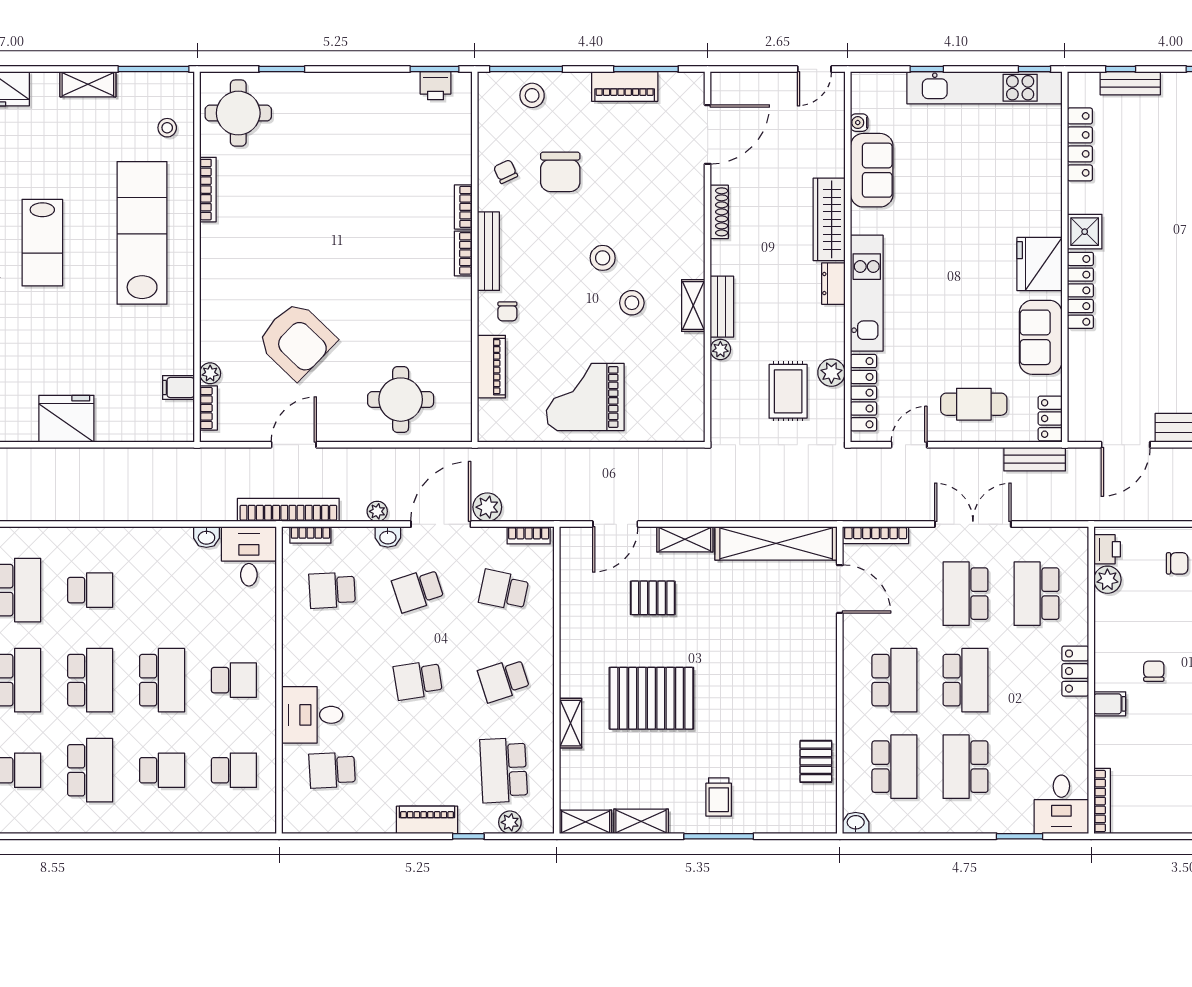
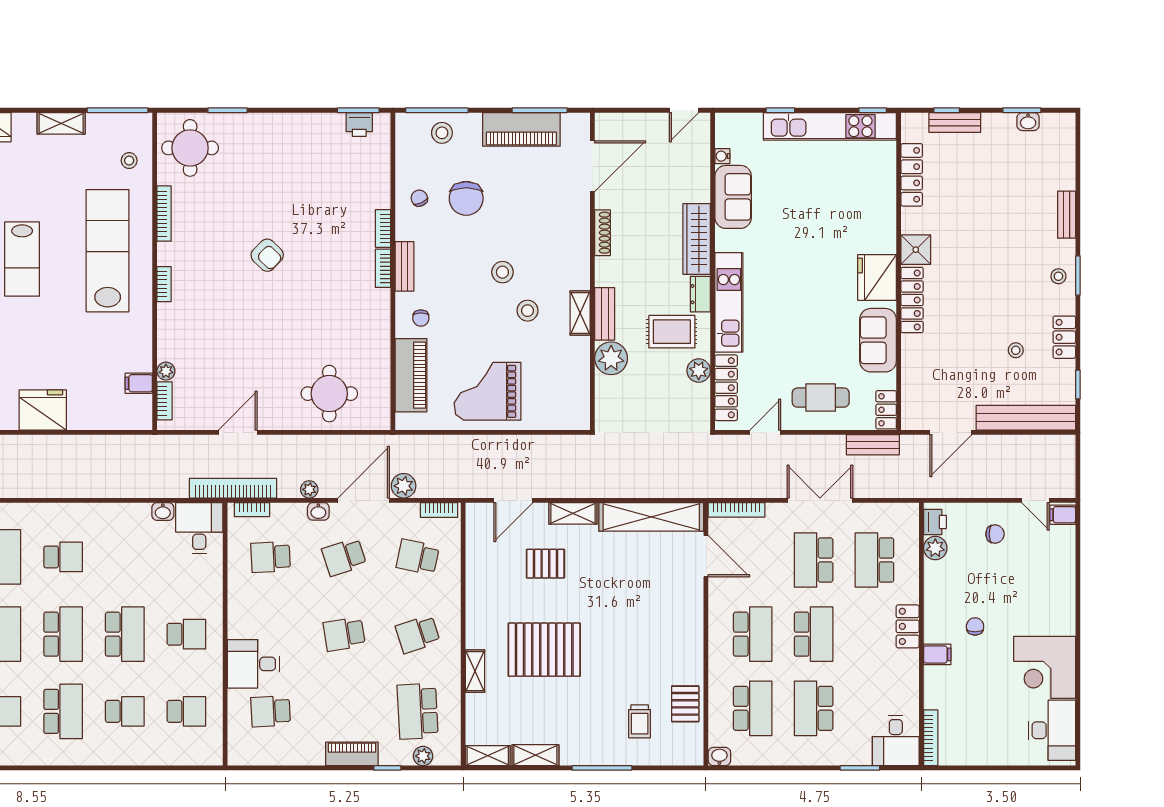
piano: (625, 87) -> (521, 129), width x1.37, depth x1.33
bench: (488, 251) -> (405, 266), width x0.73
bookcase: (208, 272) -> (164, 284), added
armchair: (296, 340) -> (267, 255), moved, width x0.53, depth x0.53
plant: (720, 349) -> (611, 358), width x1.88, depth x1.88
piano: (491, 367) -> (411, 375), width x1.37, depth x1.33
rug: (788, 391) -> (672, 332), moved, turned 90
trolley: (719, 797) -> (640, 721), moved

